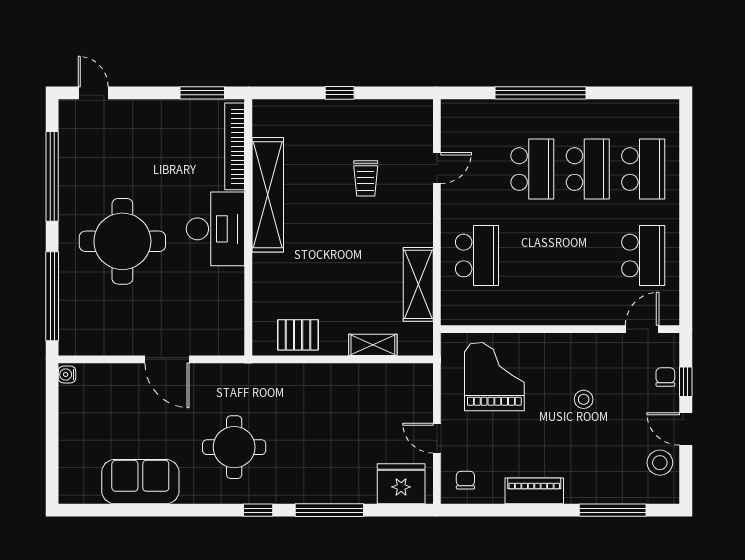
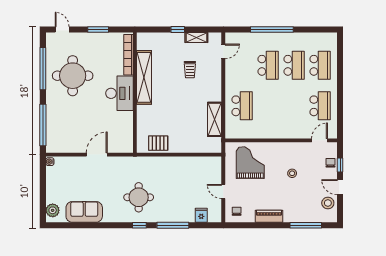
window: (202, 93) -> (98, 30), moved
door: (437, 168) -> (223, 51), moved
round table: (122, 241) -> (73, 76), moved
shelving: (373, 345) -> (196, 38), moved
door: (167, 359) -> (97, 155), swing flipped
round table: (234, 447) -> (139, 197), moved
plant: (73, 478) -> (53, 210), added
fridge: (401, 484) -> (201, 215), width x0.53, depth x0.75

